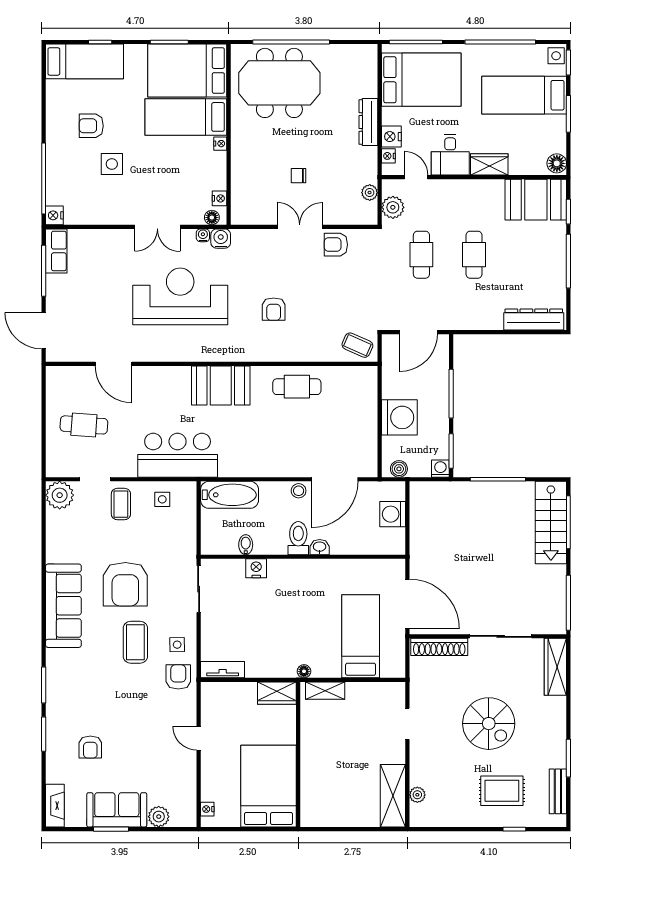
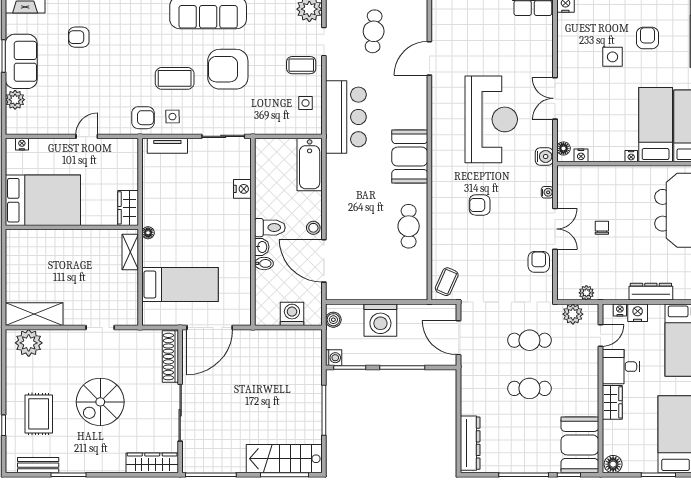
water cooler: (203, 235) -> (547, 192), moved
bidet: (246, 545) -> (264, 263), moved
tv unit: (223, 670) -> (167, 146), moved, turned 90
plant: (417, 795) -> (29, 343), width x1.88, depth x1.88

